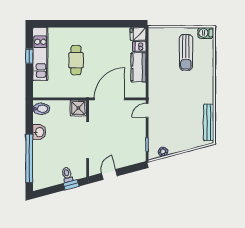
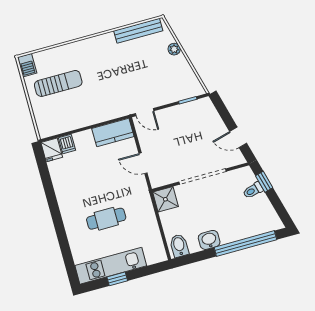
kitchen counter: (138, 67) -> (113, 133), moved
door: (110, 99) -> (143, 163), width x0.53
plant: (163, 152) -> (174, 49), moved

